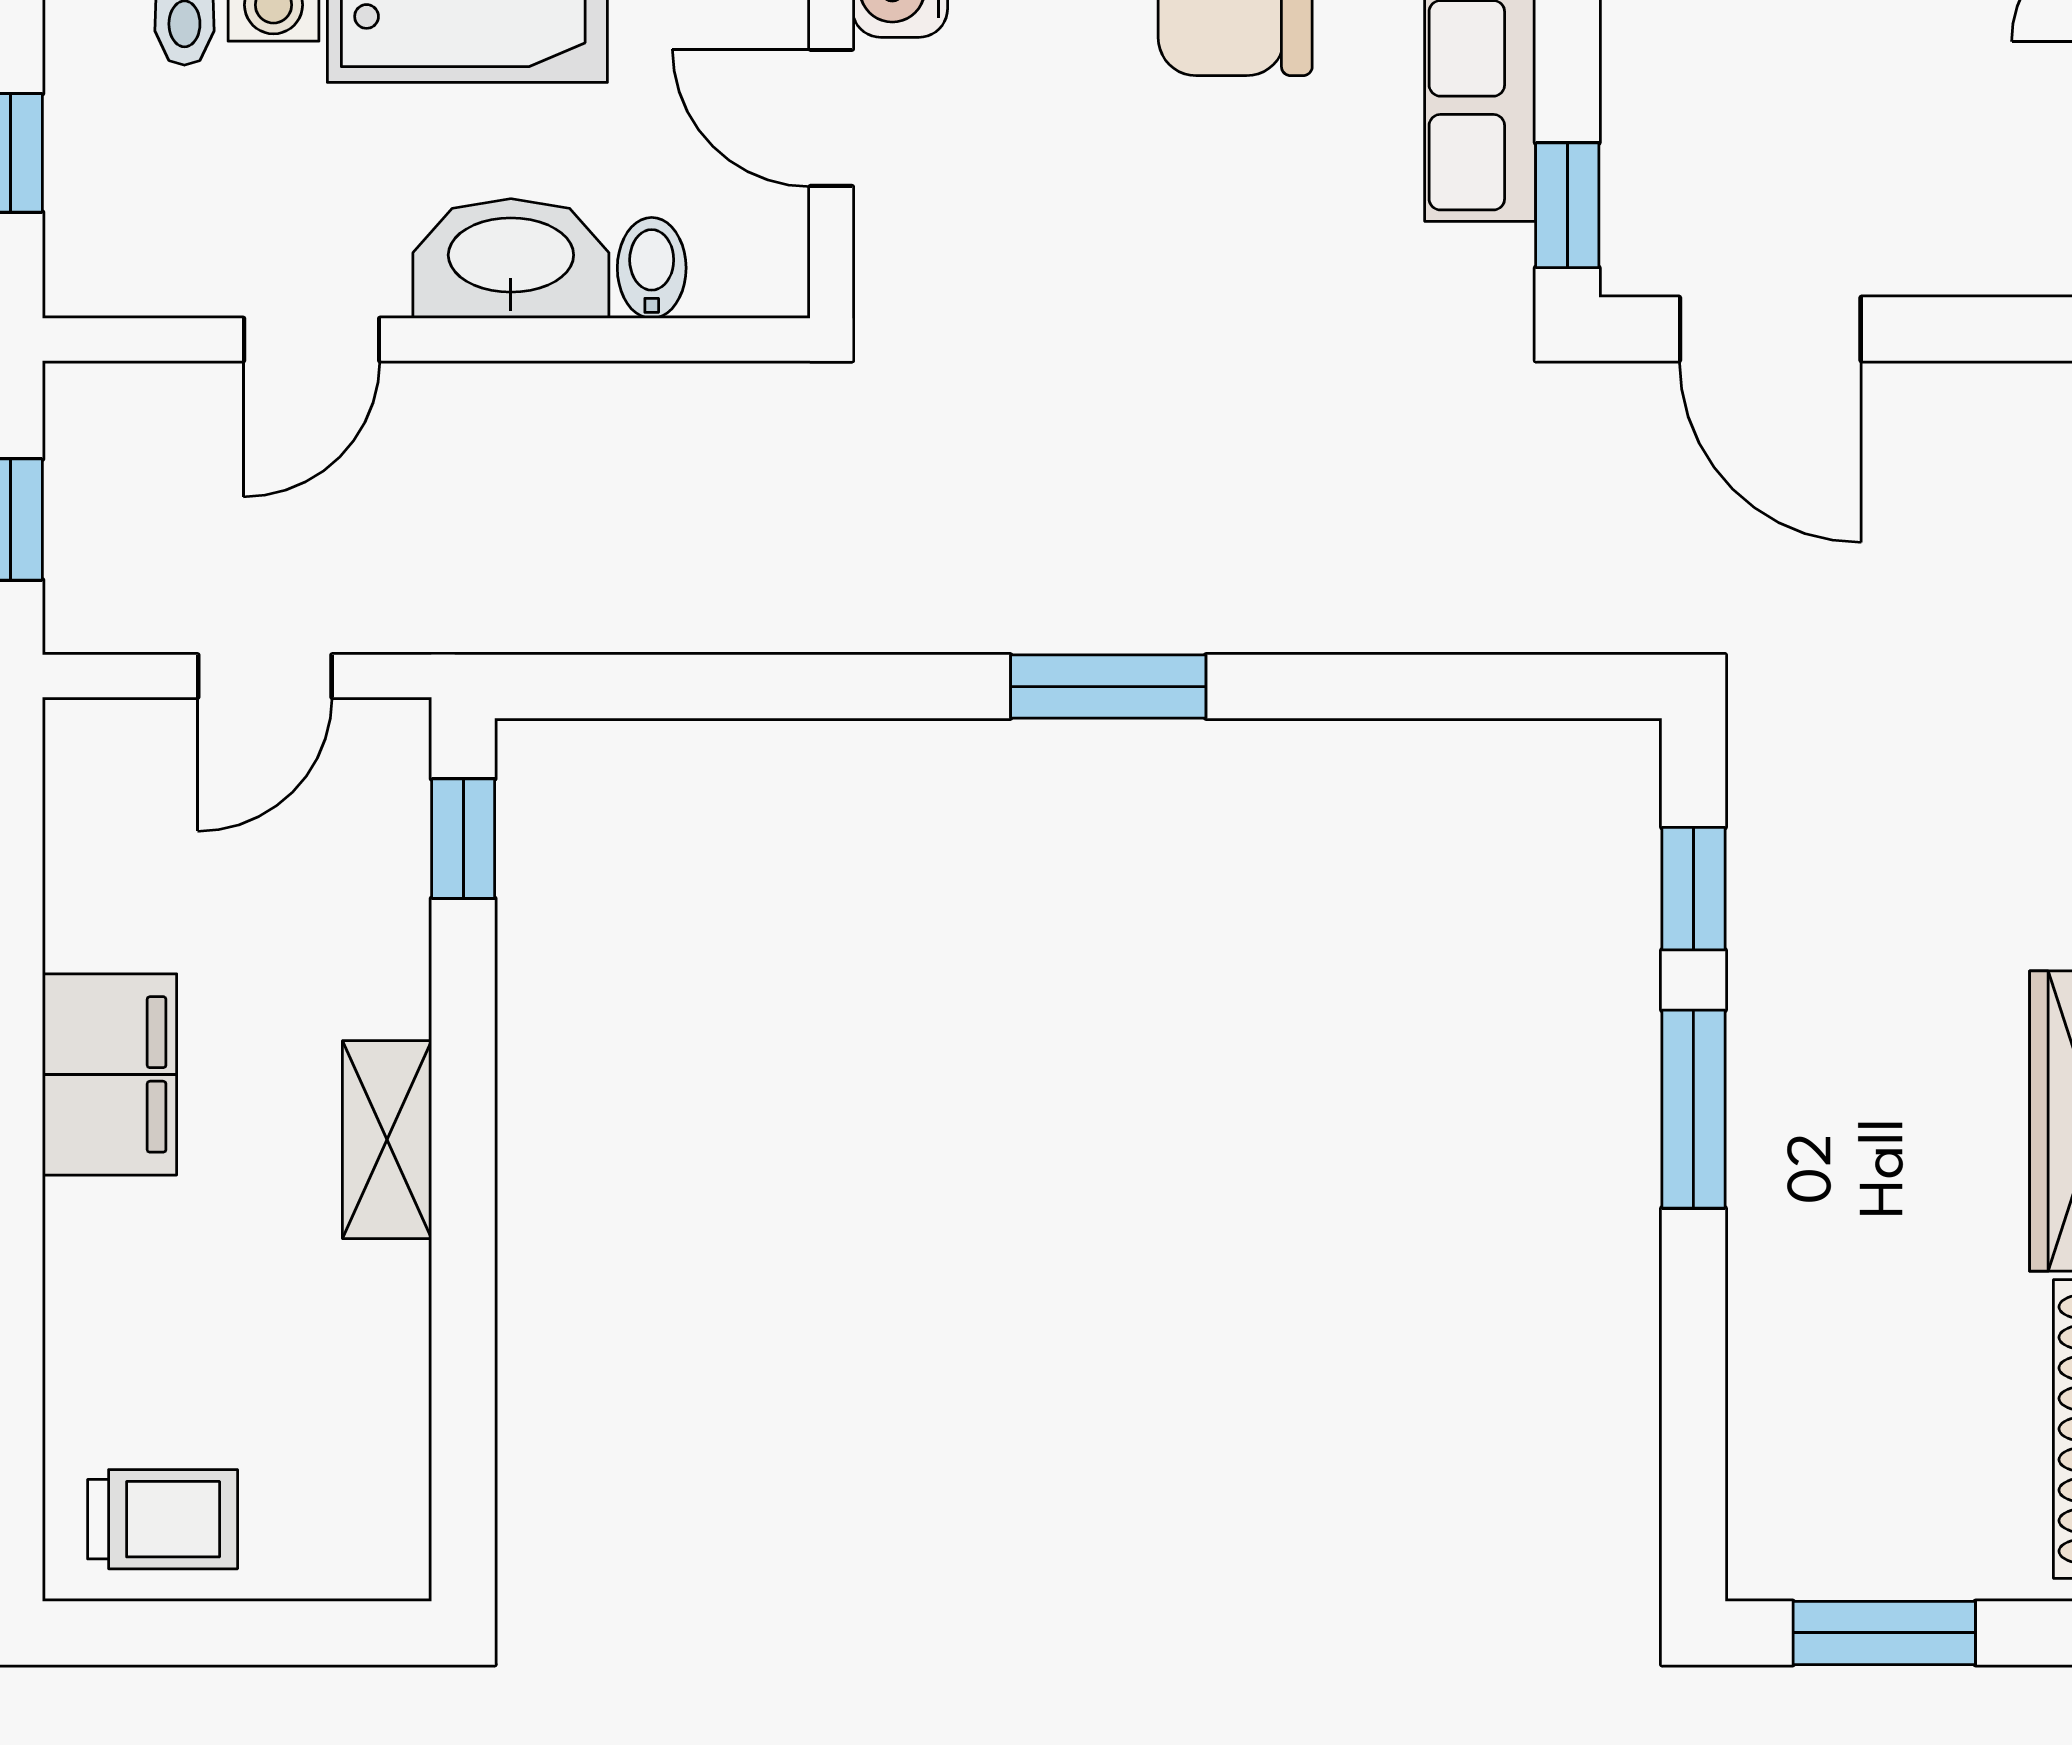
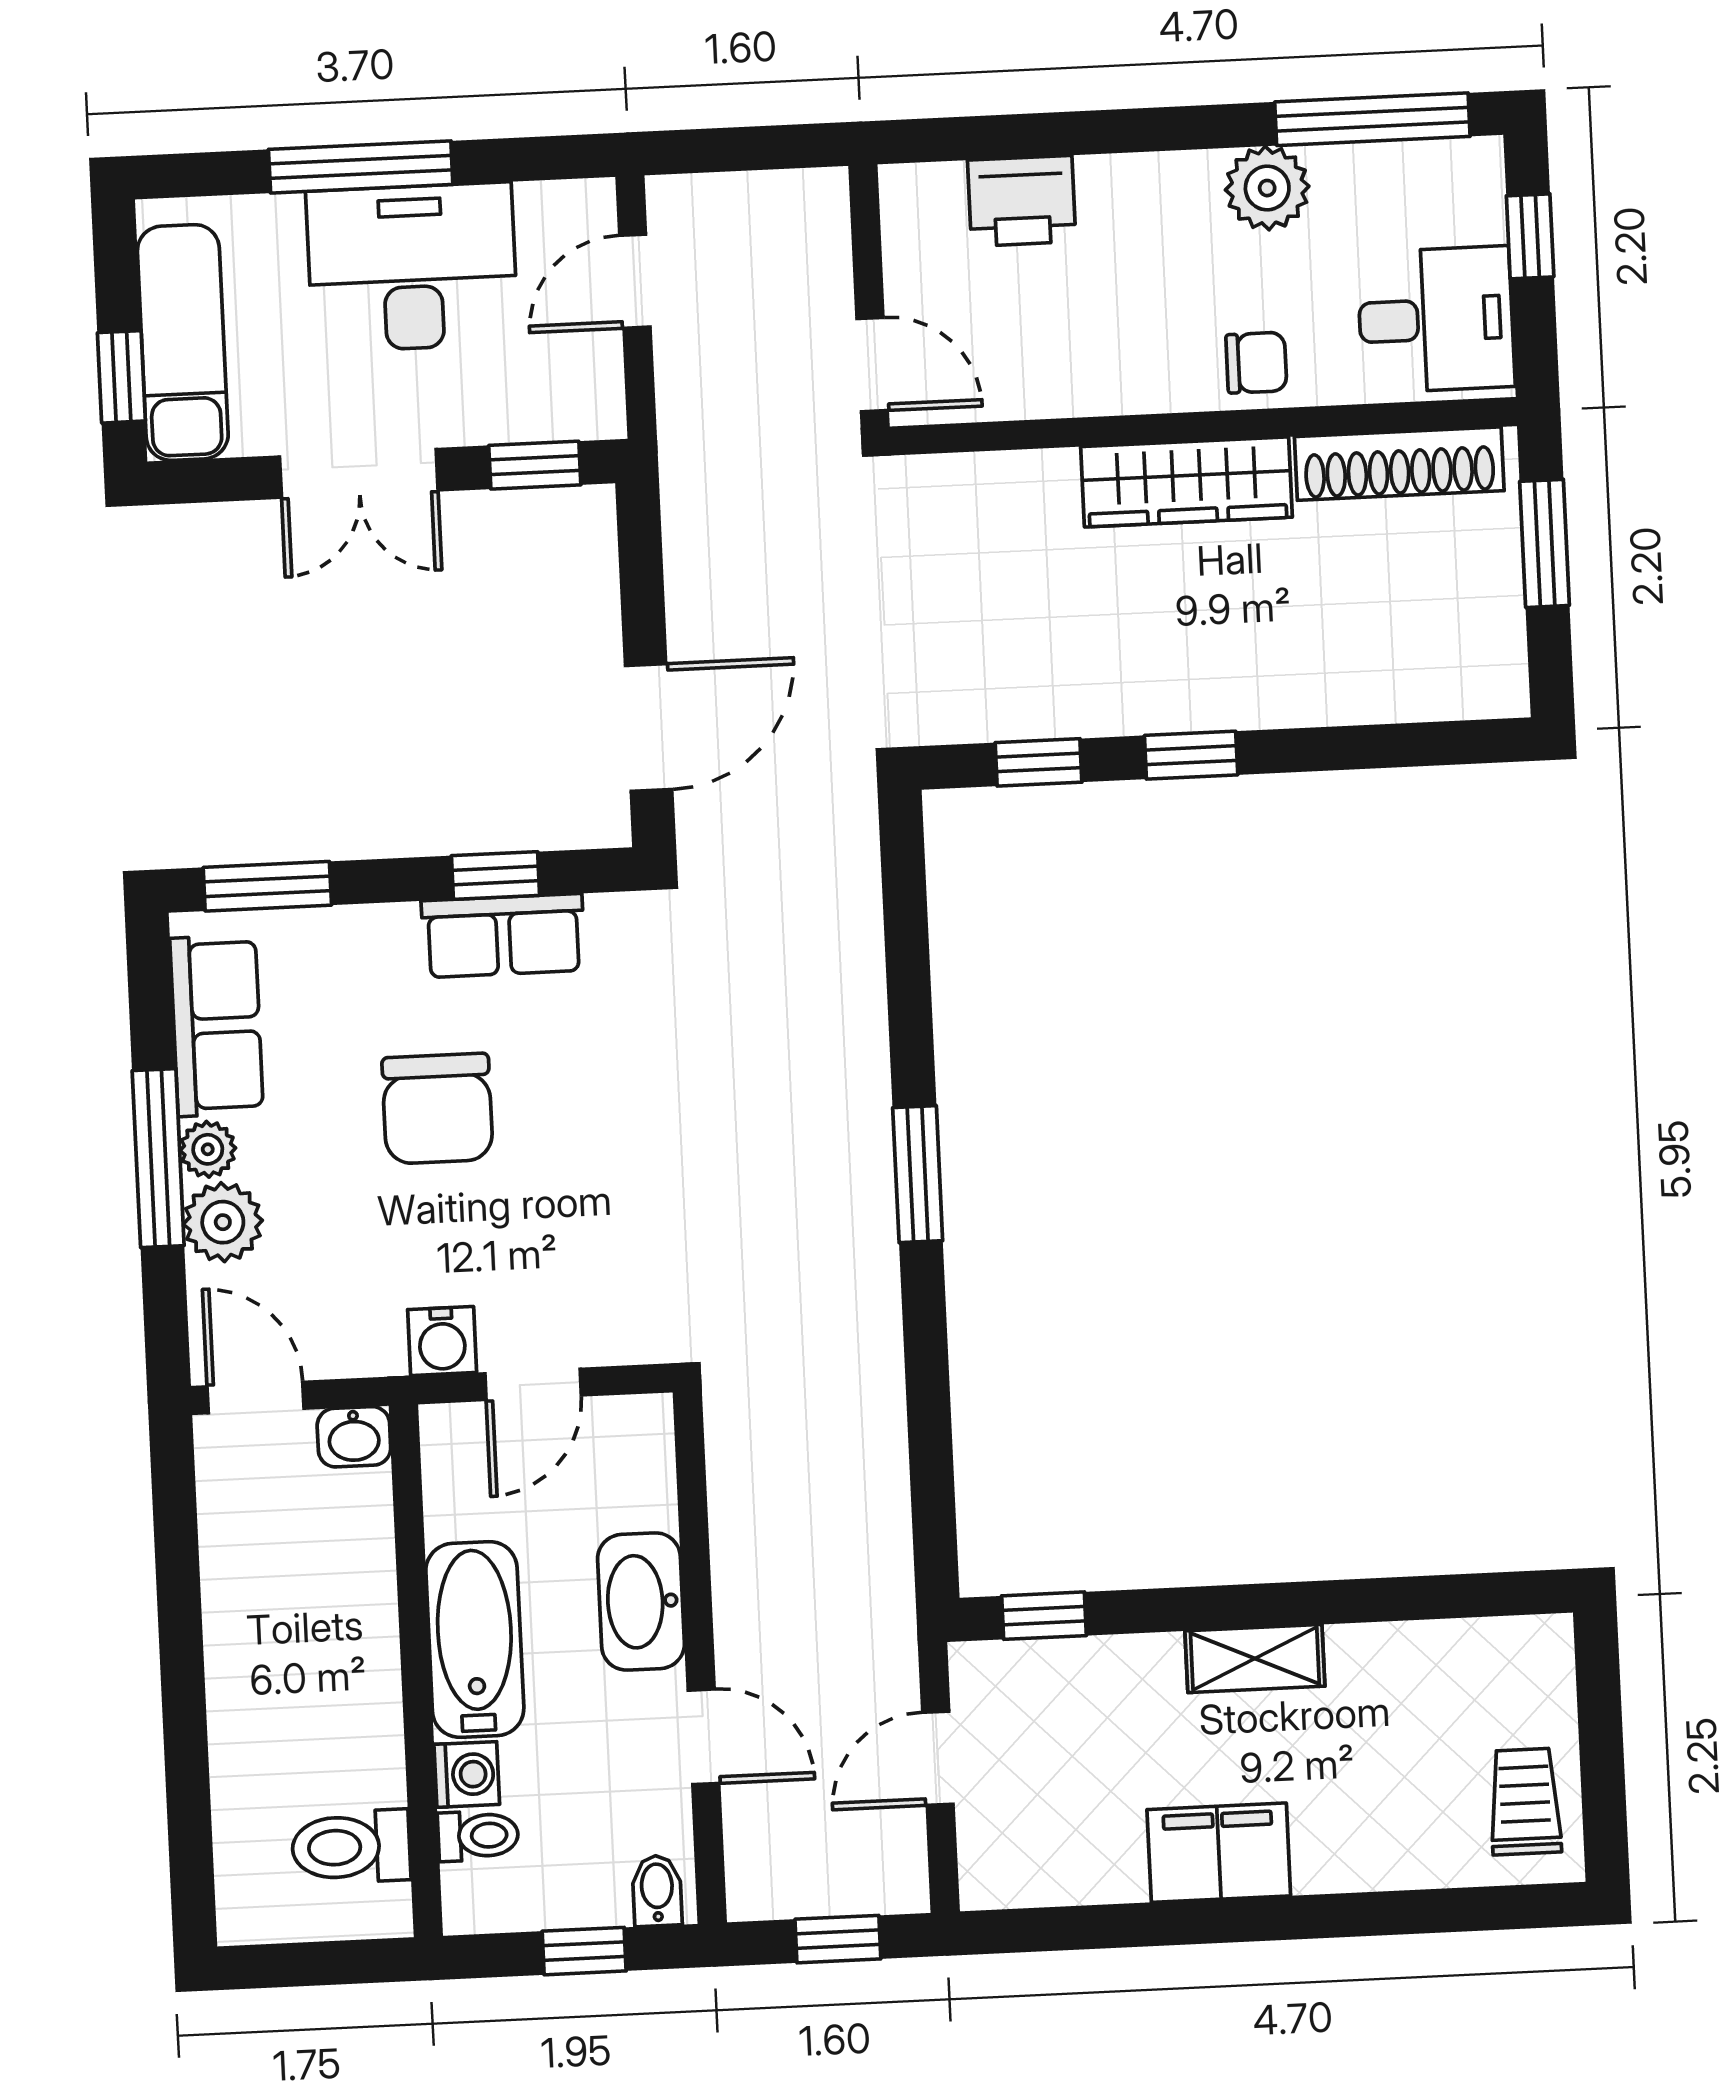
window: (1567, 205) -> (496, 875), moved
bidet: (652, 268) -> (657, 1891), moved, turned 90
door: (265, 676) -> (938, 1758), swing flipped
window: (1693, 1109) -> (1191, 755), width x0.67
window: (1884, 1633) -> (1545, 543), moved

